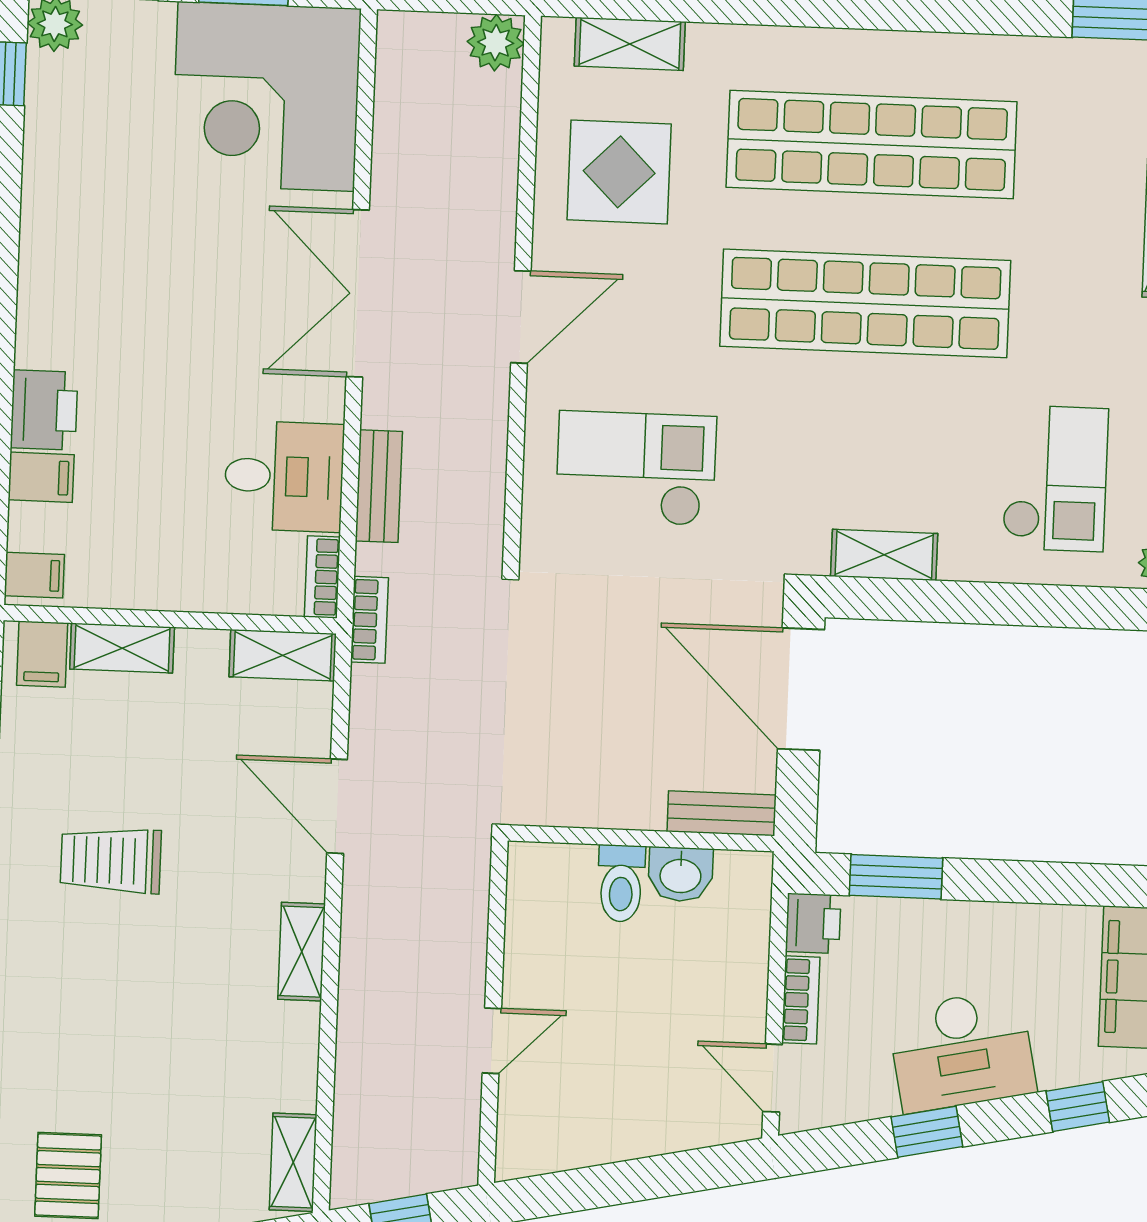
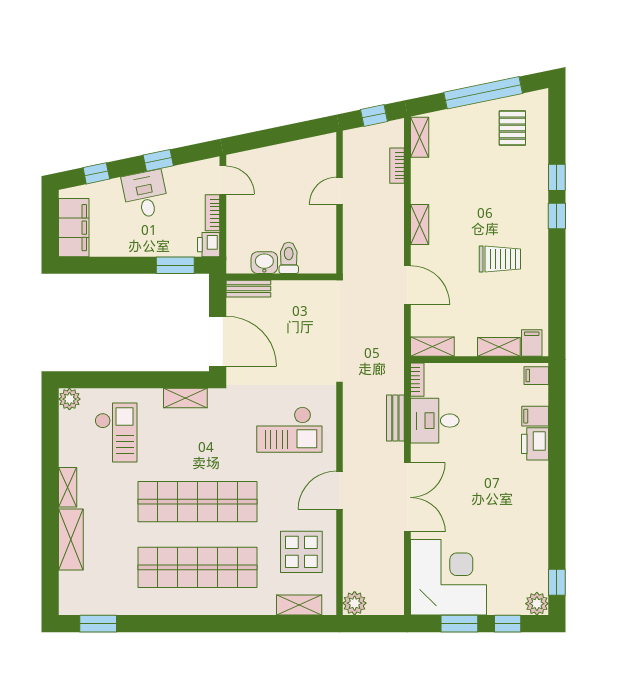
checkout: (1055, 478) -> (116, 432), turned 180
bookcase: (369, 620) -> (397, 166), moved
desk: (962, 1051) -> (145, 194), width x0.73

